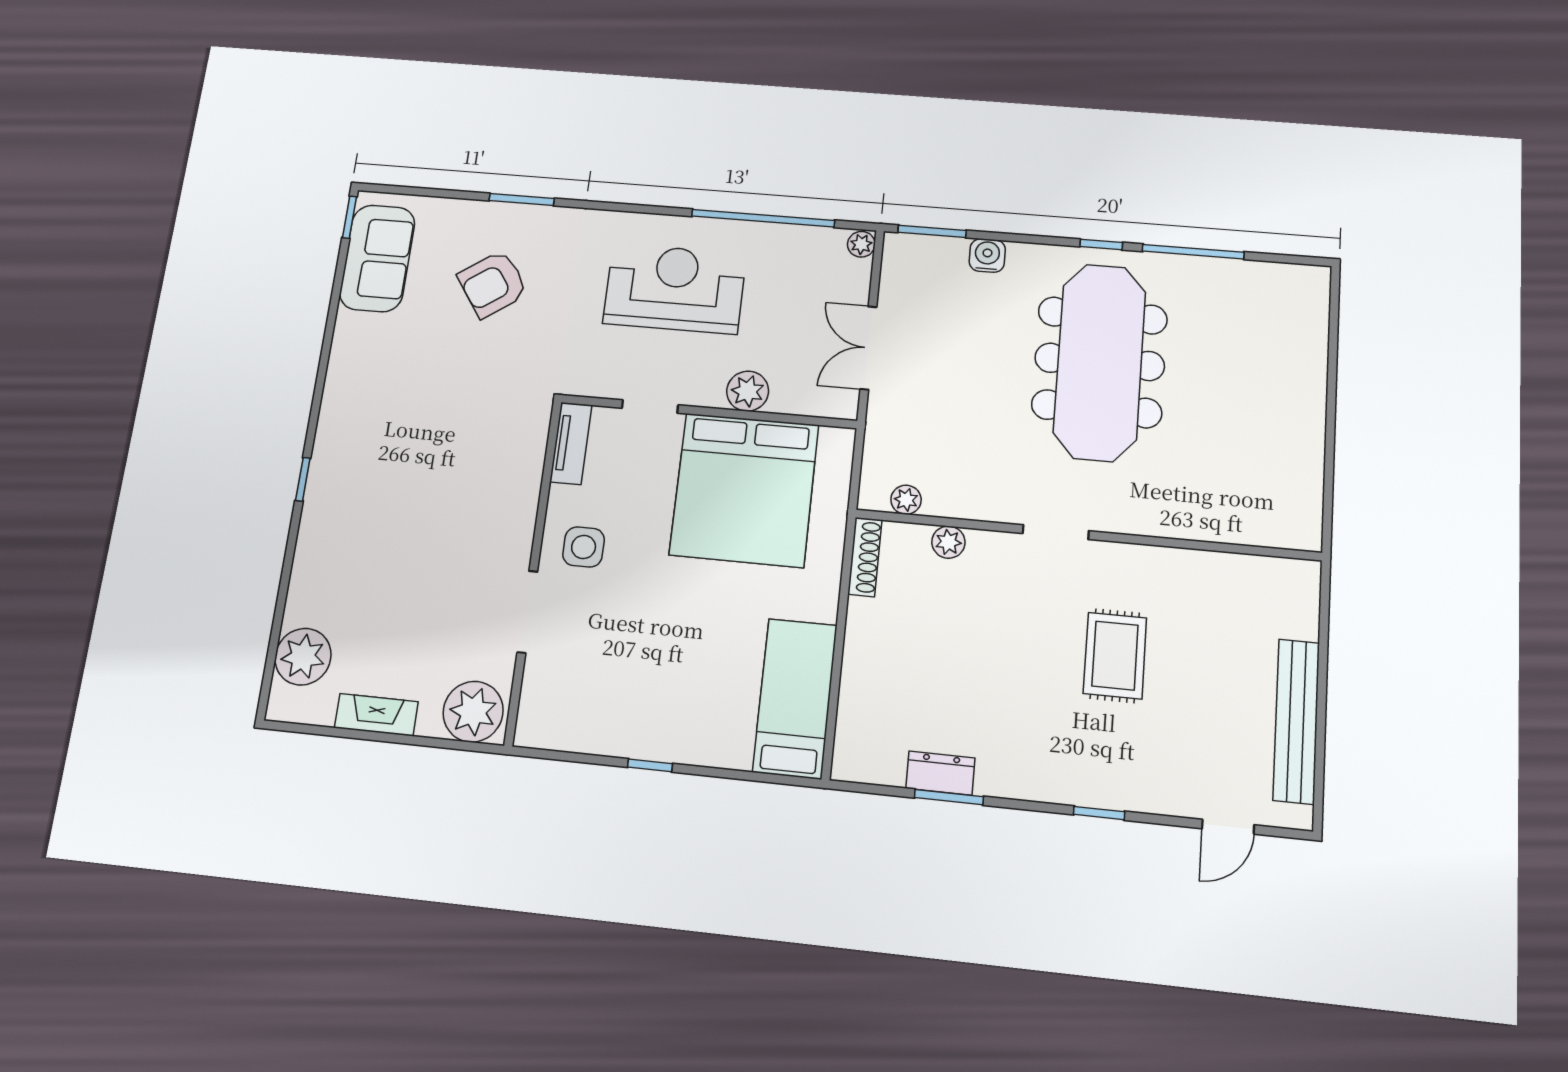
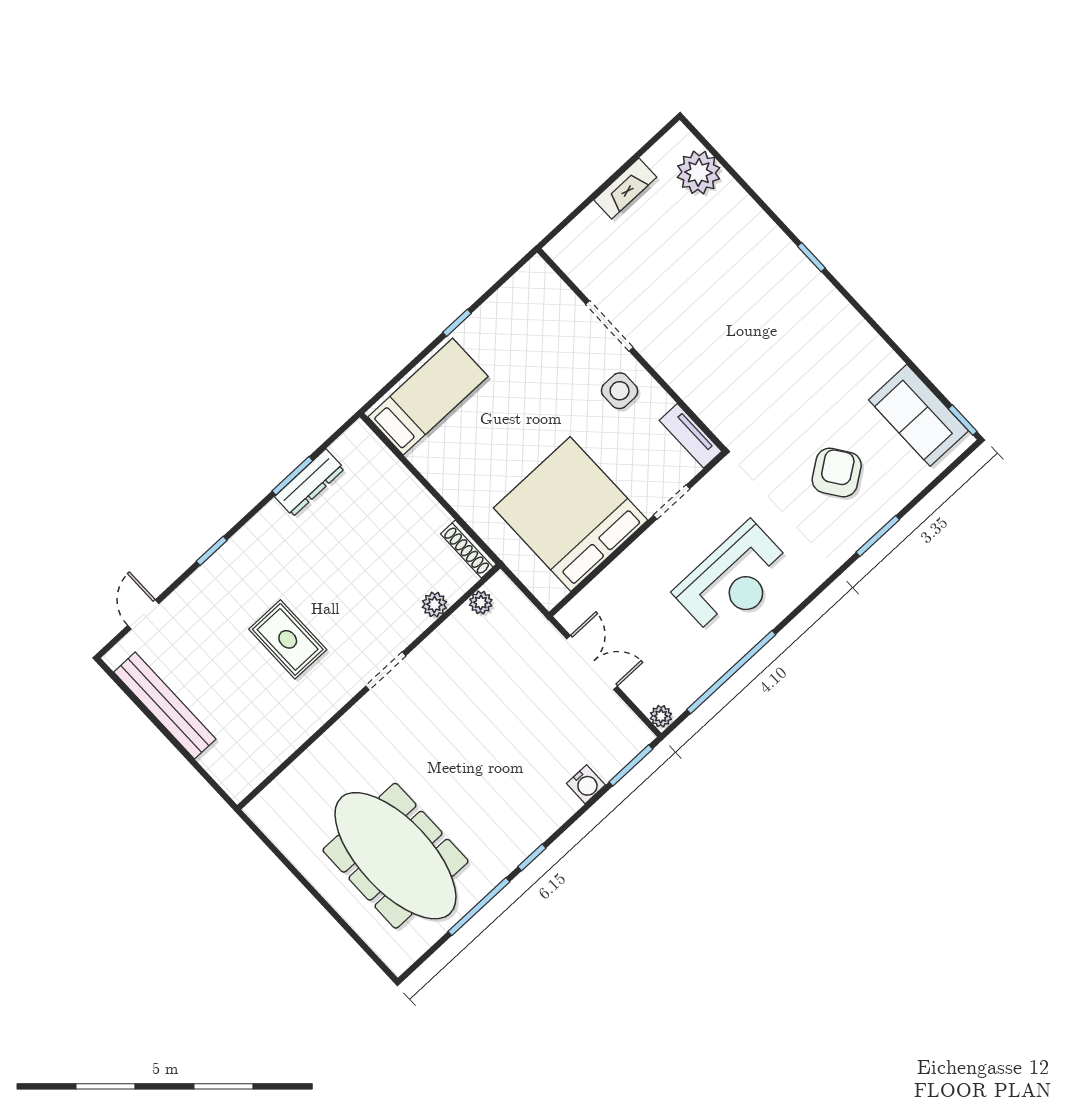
meeting table: (1100, 362) -> (395, 856), moved
plant: (748, 391) -> (629, 568), removed
bed: (795, 698) -> (428, 397), moved, turned -90
plant: (473, 712) -> (577, 246), removed
dresser: (940, 773) -> (310, 483), width x1.44

